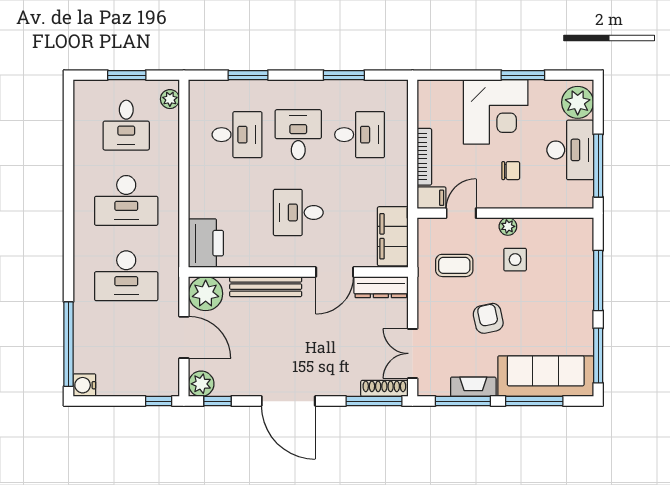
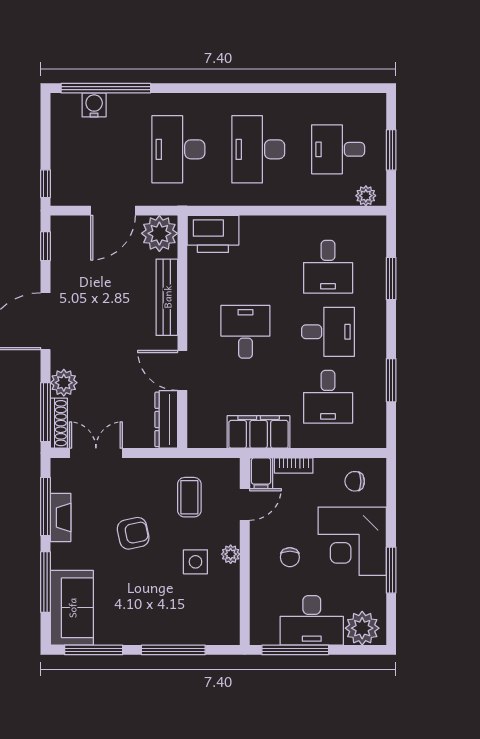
chair: (439, 109) -> (355, 481), added
bookcase: (424, 157) -> (294, 466), width x0.64
door: (461, 213) -> (245, 504), hinge flipped
filing cabinet: (393, 236) -> (259, 432), moved
sofa: (546, 376) -> (72, 608), width x0.73
plant: (201, 384) -> (64, 383), moved
water cooler: (84, 385) -> (94, 105), moved

